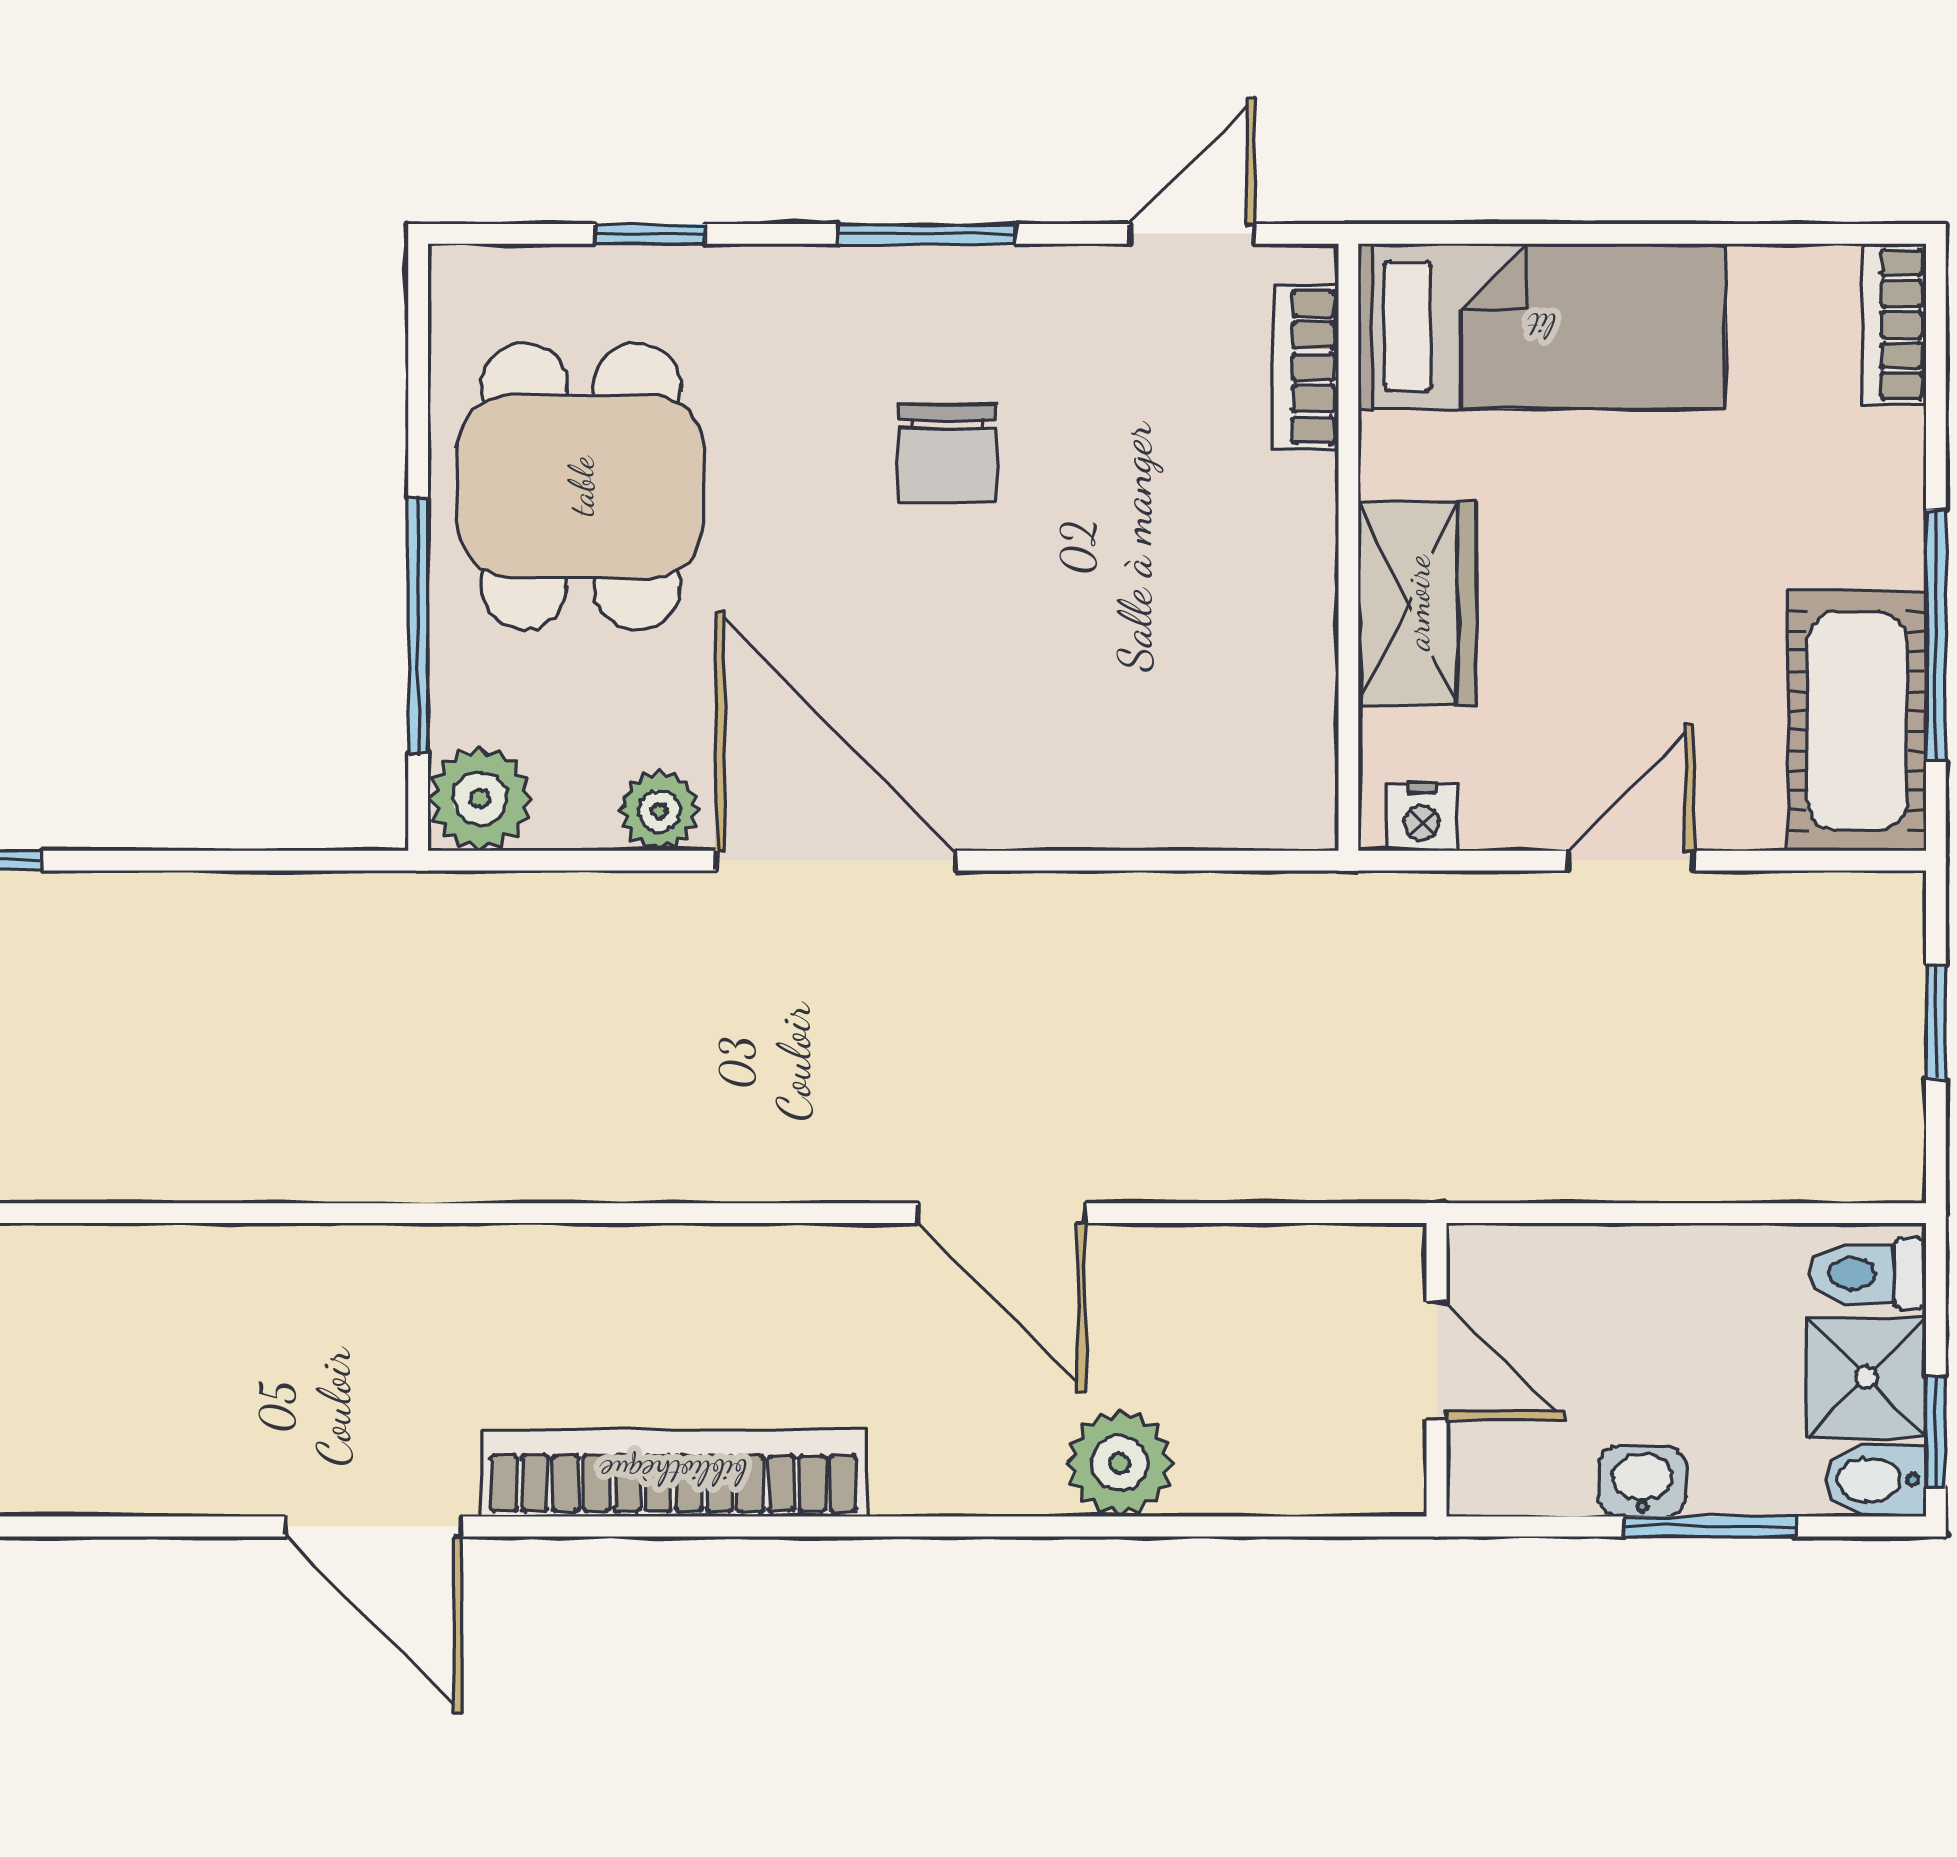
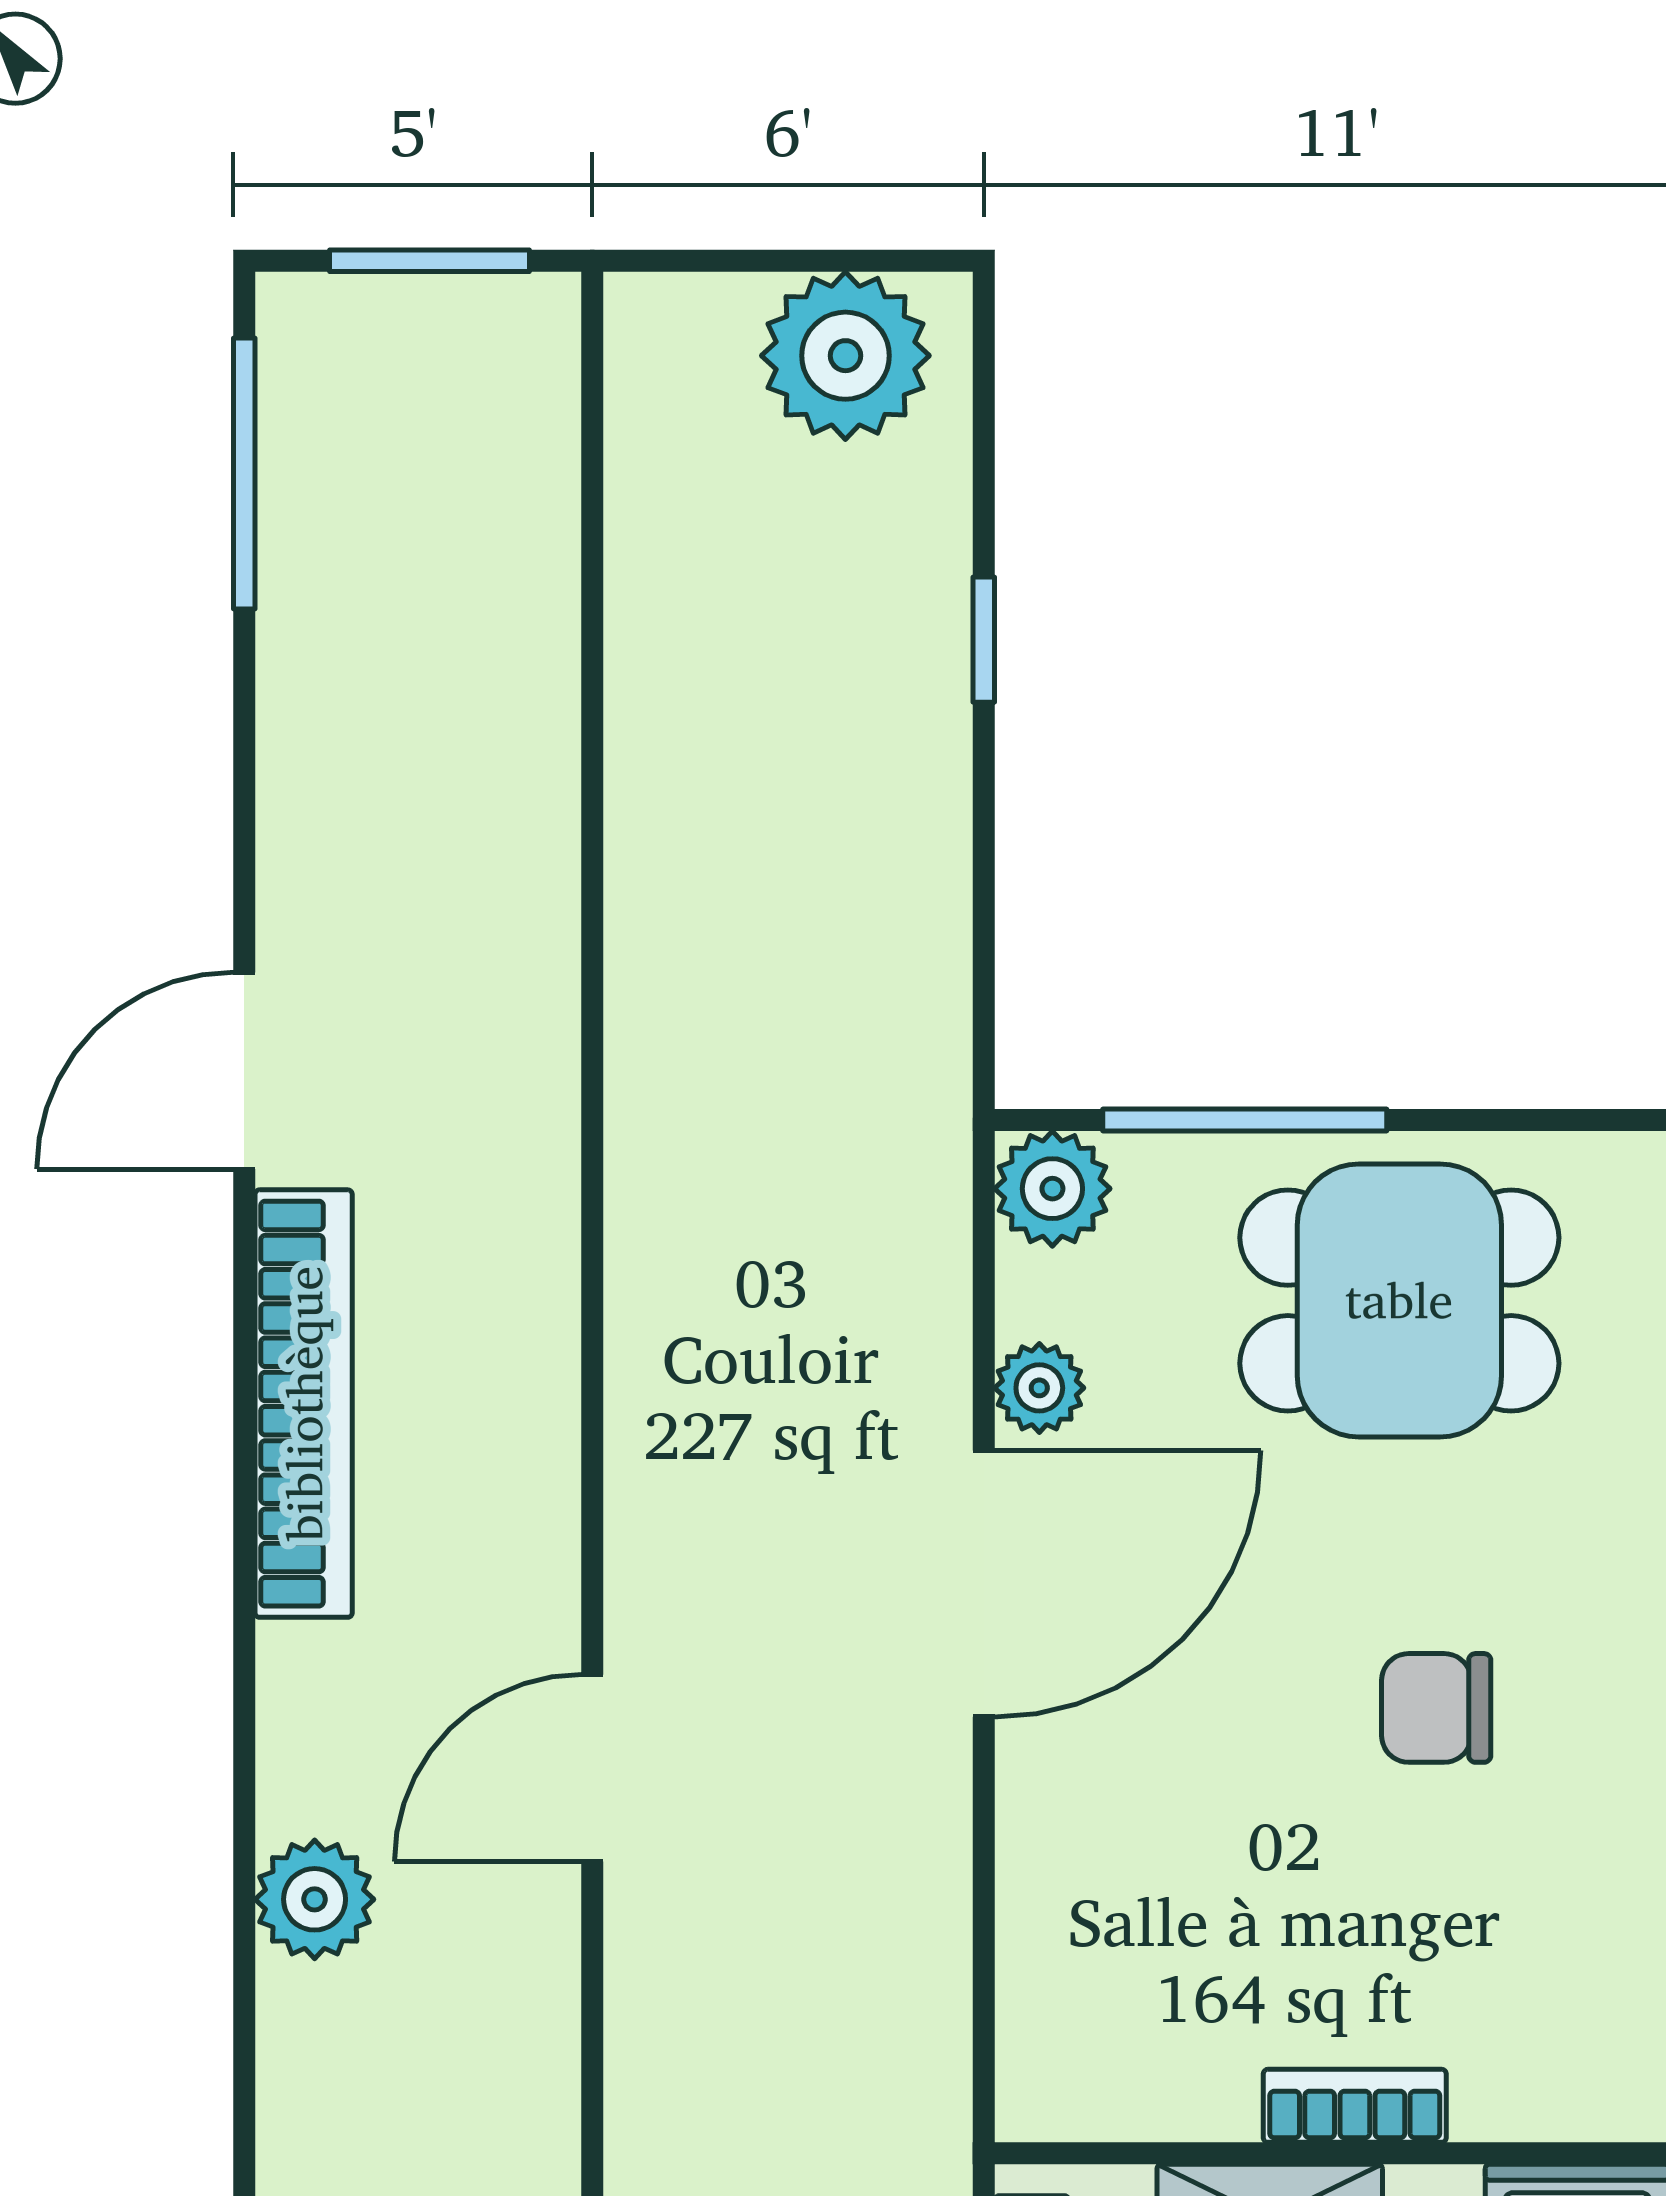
bookcase: (1306, 367) -> (1355, 2106), moved

